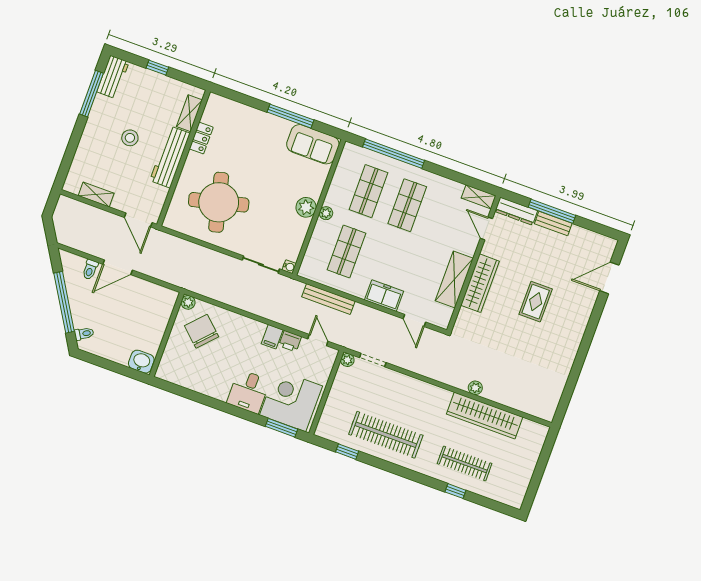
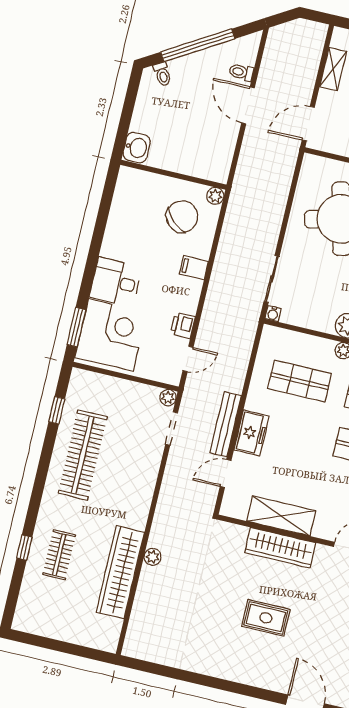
bench: (328, 299) -> (226, 424), moved
filing cabinet: (272, 337) -> (194, 268), moved
clothes rail: (465, 463) -> (59, 555), width x0.73

